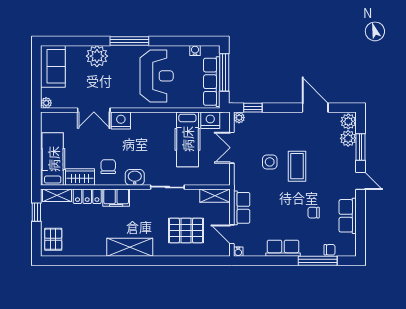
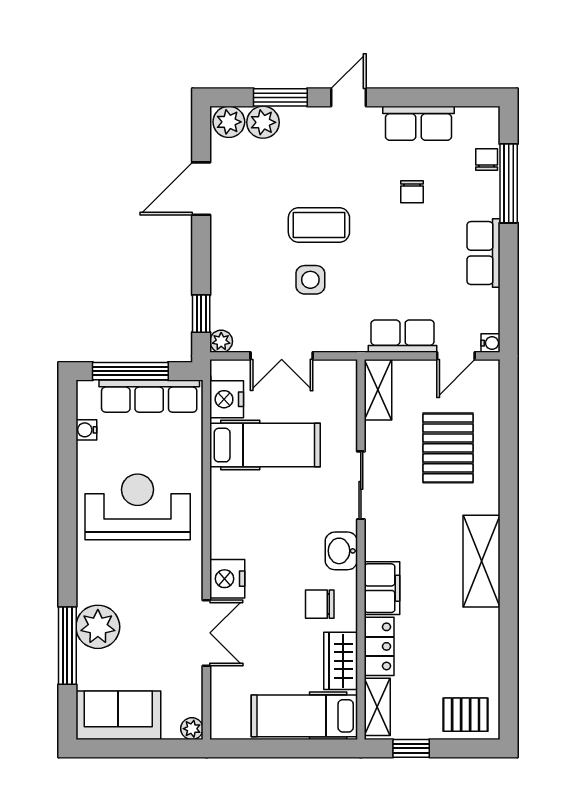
window: (129, 41) -> (67, 646), moved

